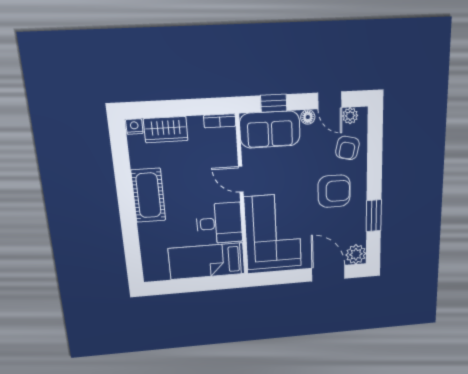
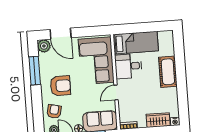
door: (241, 179) -> (116, 93), swing flipped
armchair: (334, 191) -> (60, 86), turned 180
cot: (148, 195) -> (168, 72), moved
window: (374, 216) -> (35, 71), width x1.44

